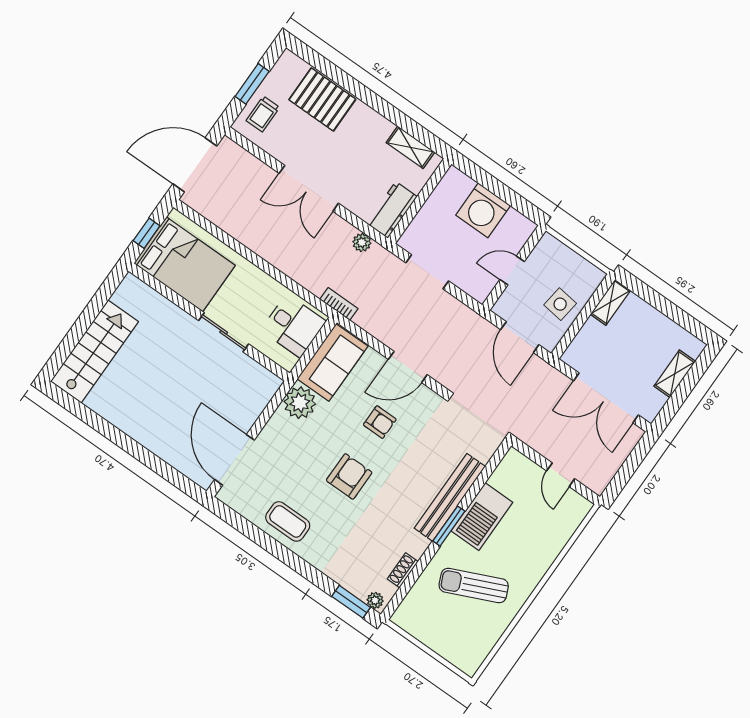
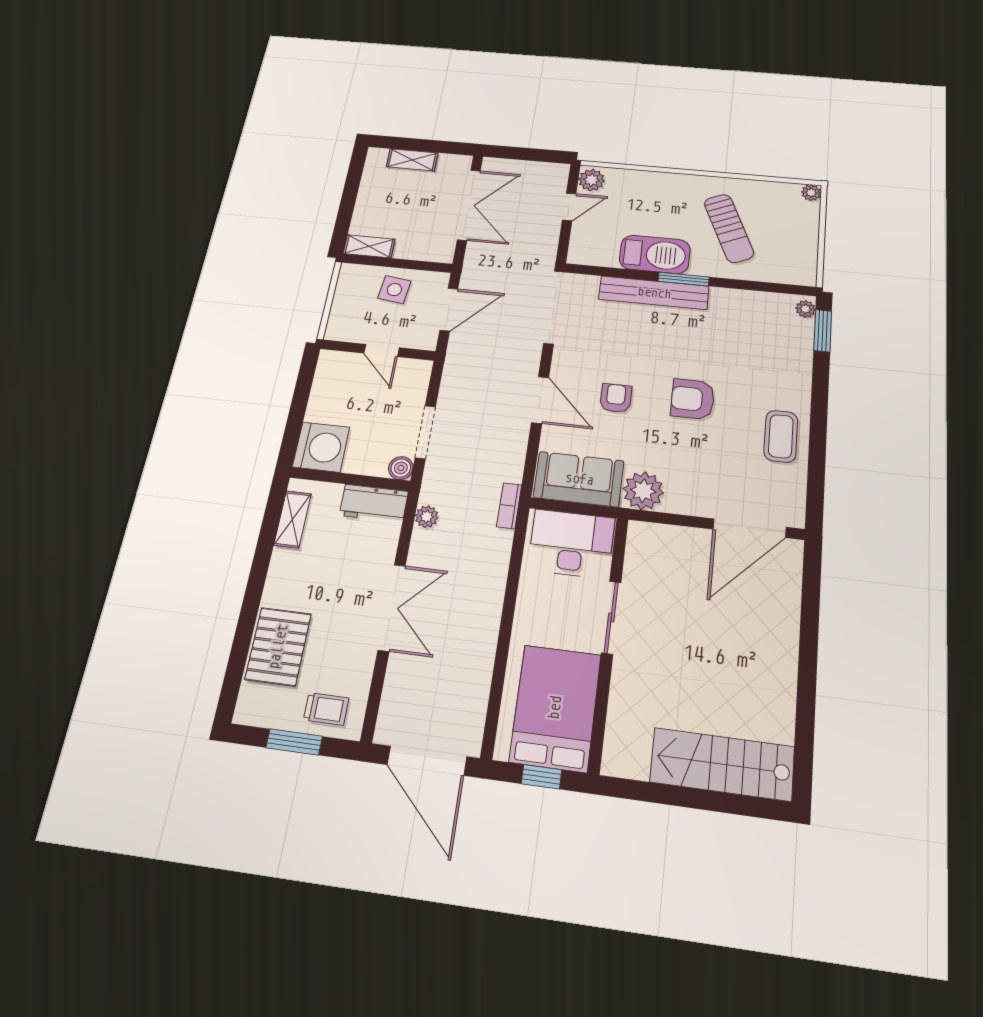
washing machine: (483, 210) -> (321, 447), moved
boiler: (409, 241) -> (401, 468), added
desk: (293, 326) -> (571, 544), width x1.37
plant: (576, 505) -> (591, 180), added
shoe rack: (403, 570) -> (757, 299), removed
plant: (470, 667) -> (811, 193), added

